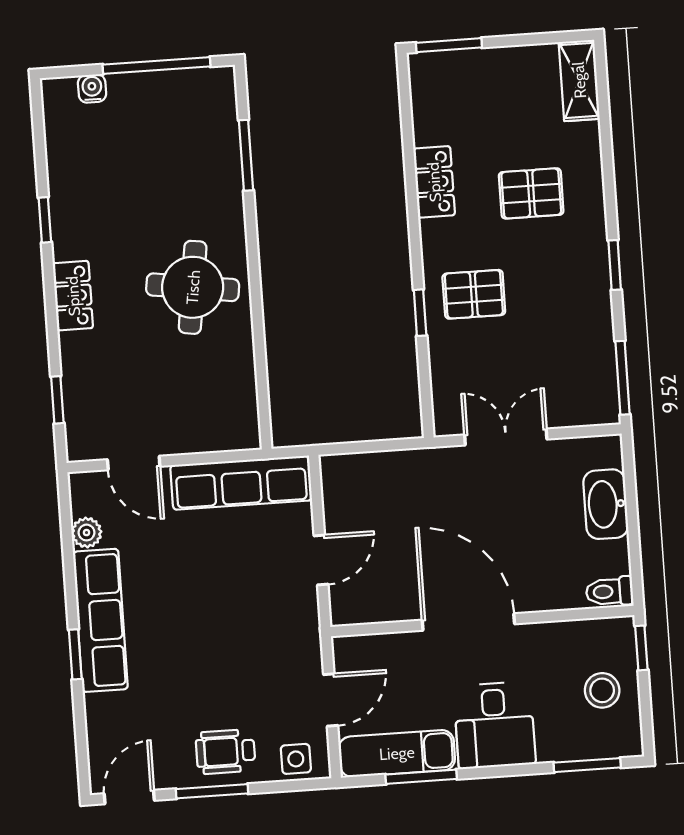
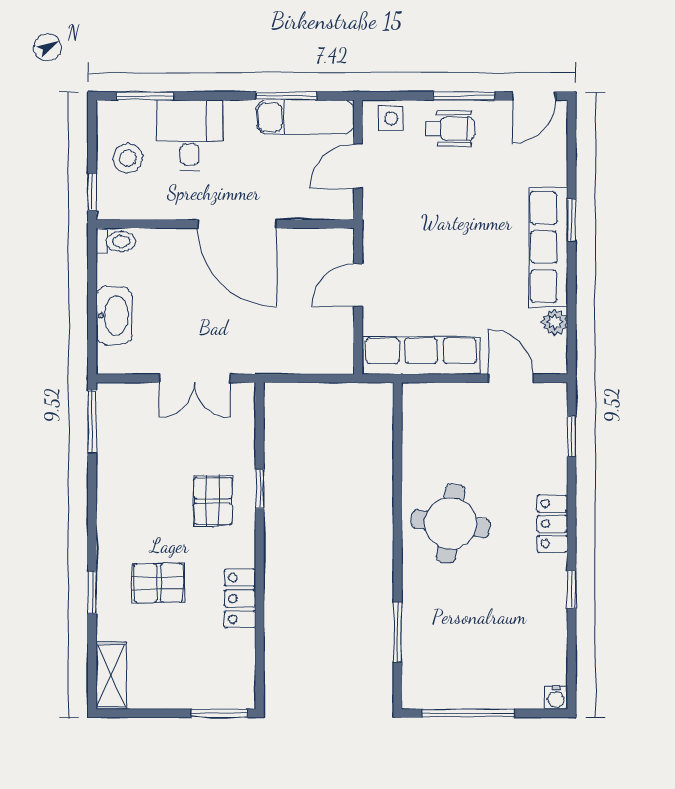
water cooler: (92, 88) -> (556, 698), moved
window: (615, 265) -> (92, 592), moved
pallet: (474, 294) -> (213, 501), turned 90
desk: (495, 725) -> (190, 135), moved

